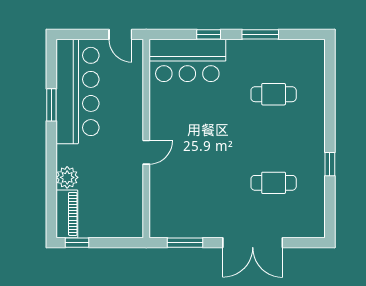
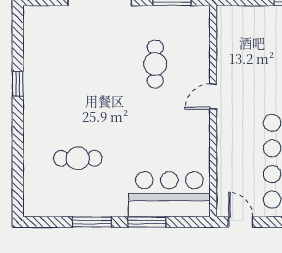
window: (209, 34) -> (147, 222), width x1.50
cafe table: (274, 183) -> (155, 64), moved, turned 90

